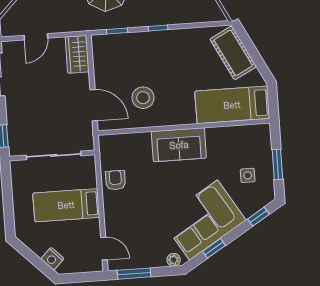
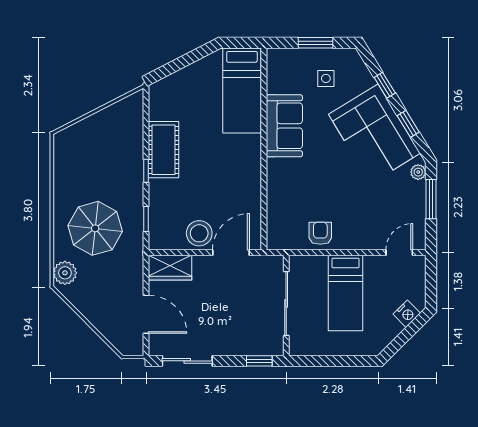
door: (36, 37) -> (146, 314), width x1.38
cot: (233, 53) -> (164, 150), moved, turned -63
stool: (143, 98) -> (199, 233), moved
sofa: (179, 145) -> (284, 126), moved
armchair: (115, 180) -> (320, 233), turned 90
window: (258, 217) -> (385, 85), moved
window: (134, 274) -> (431, 199), moved

